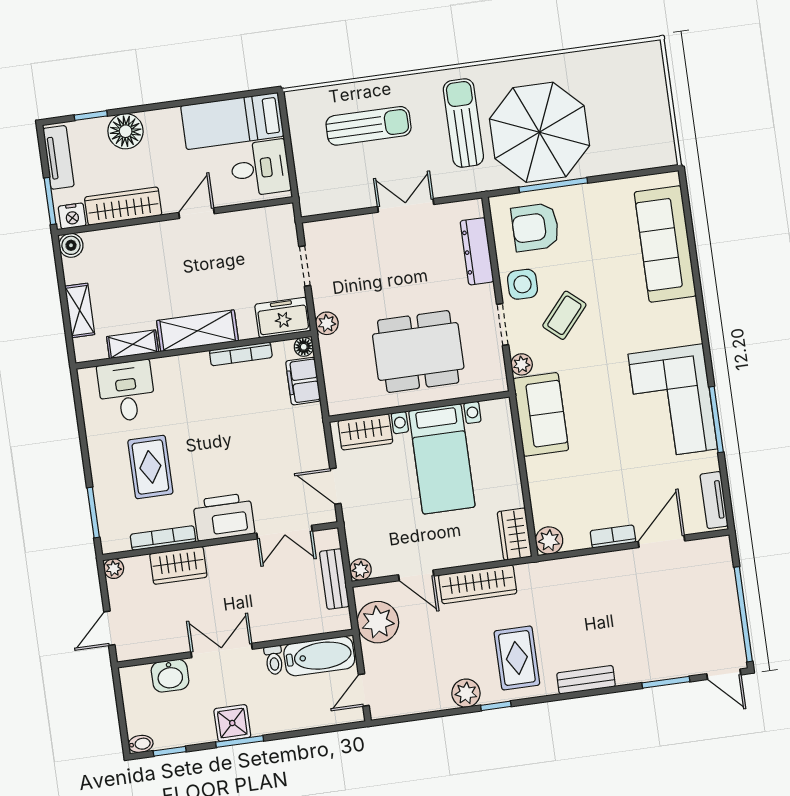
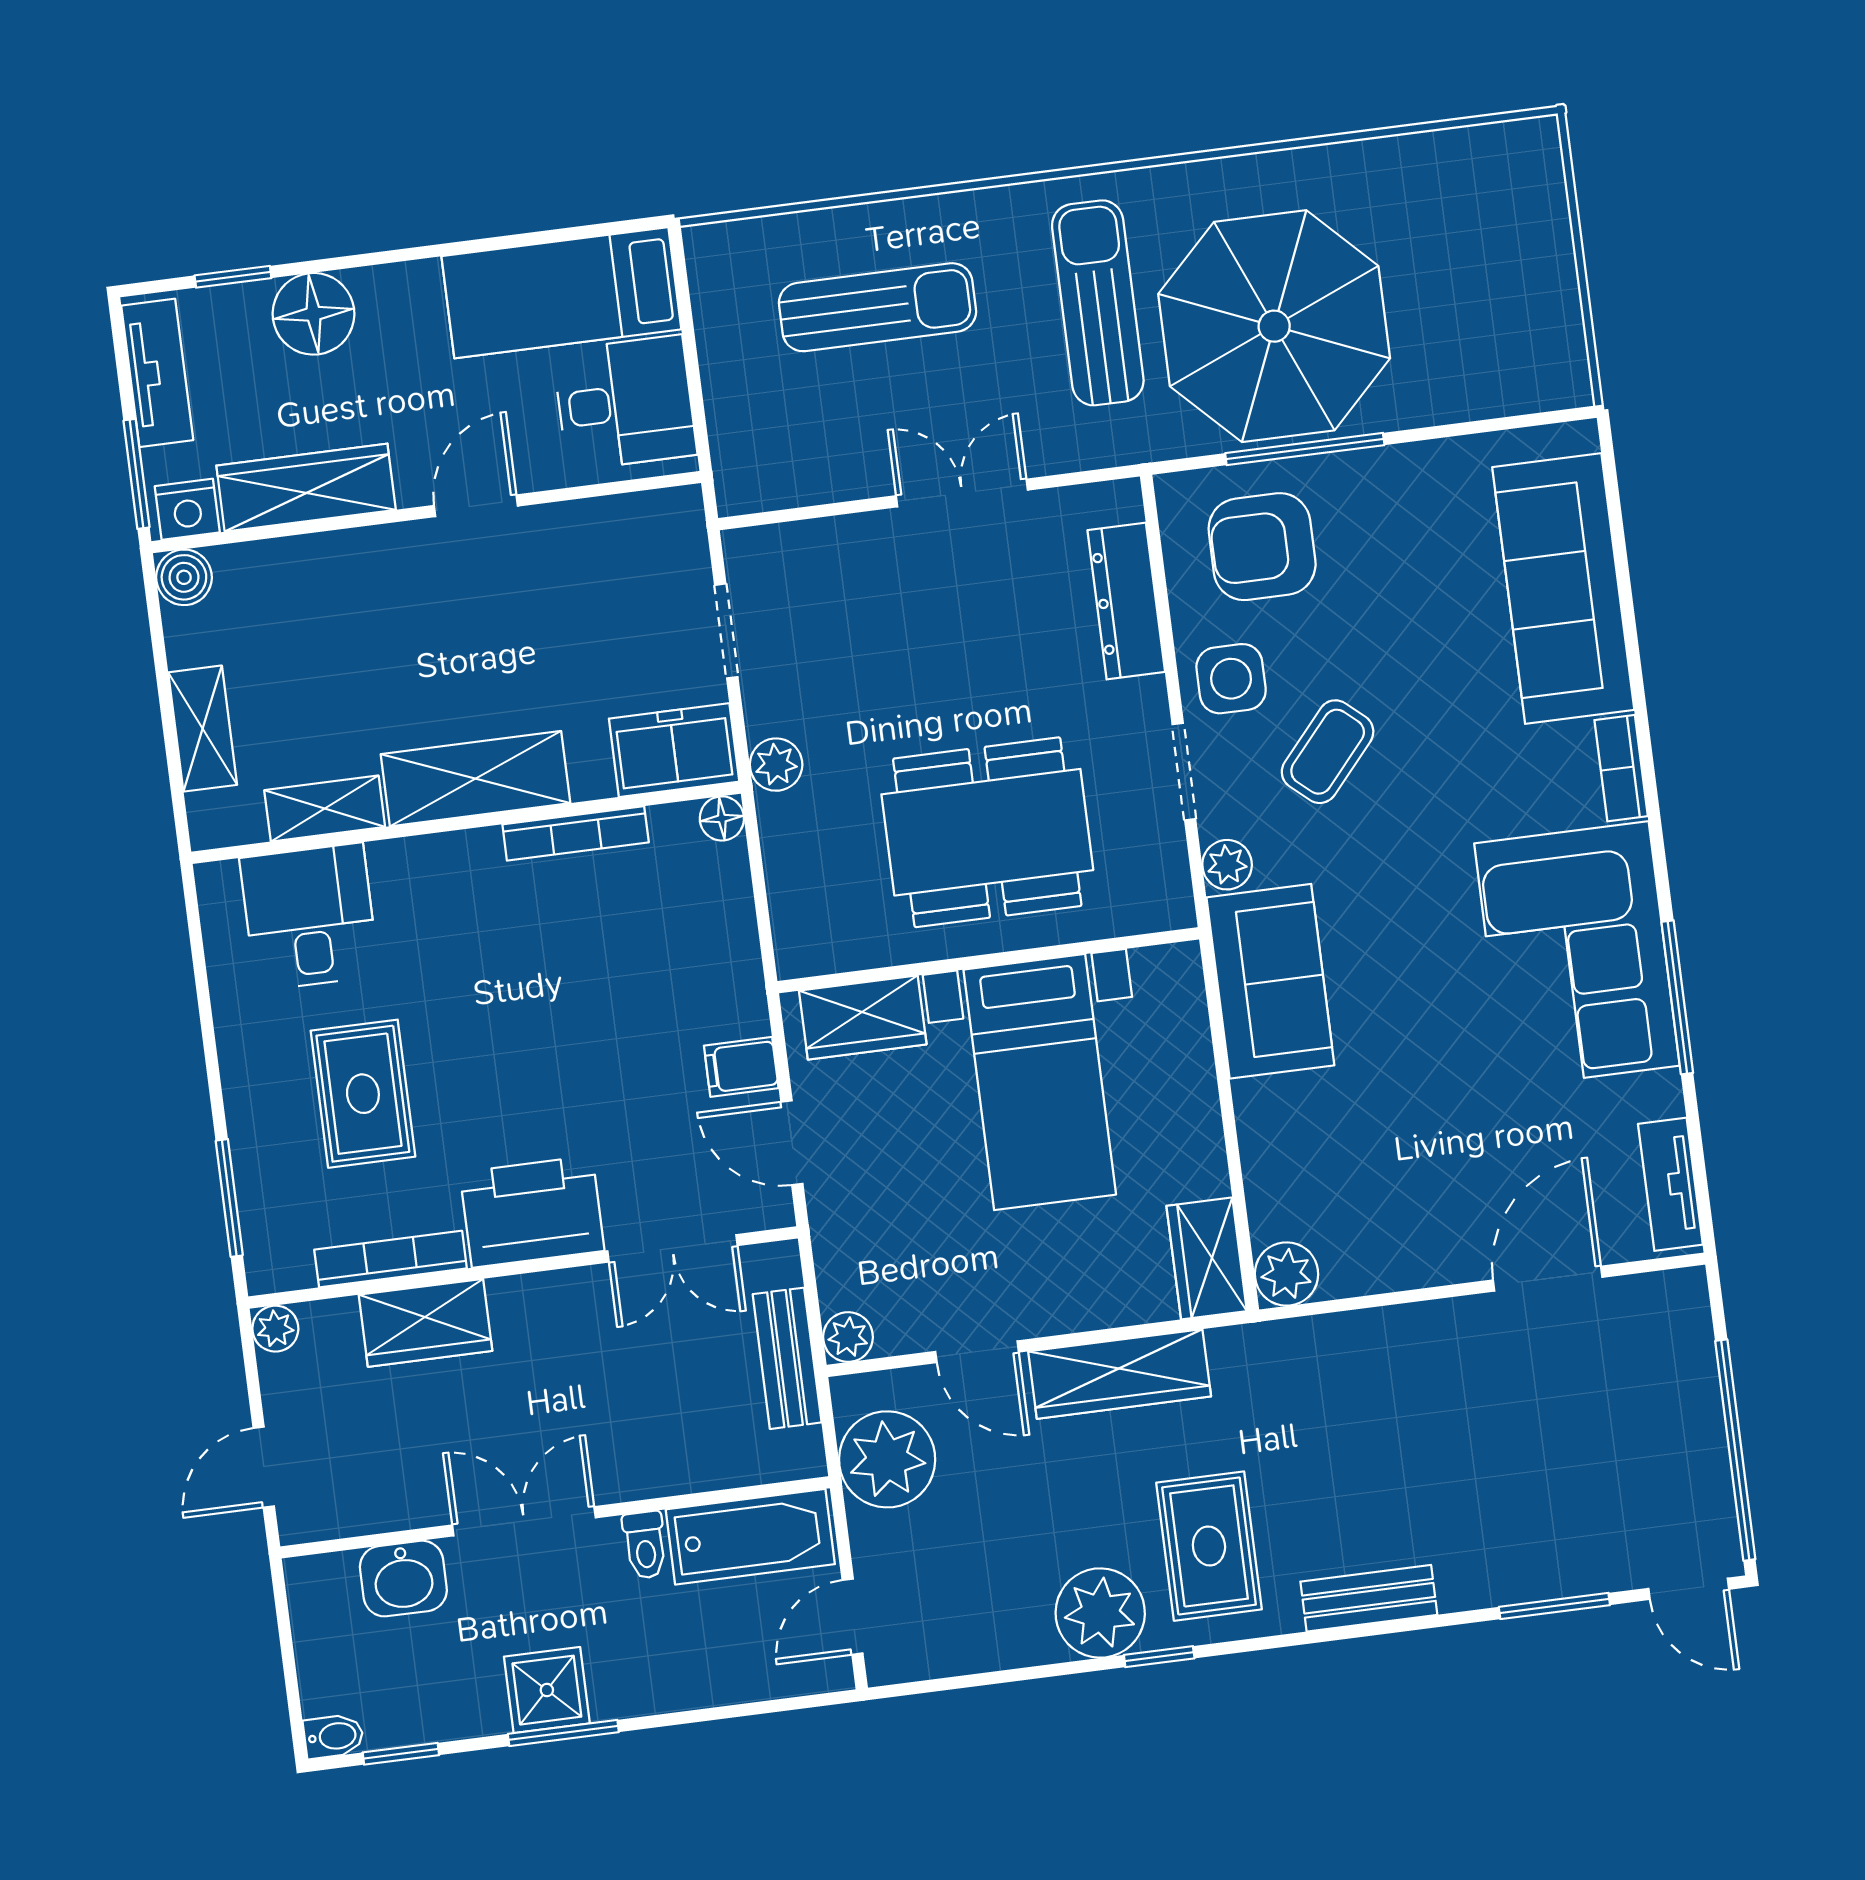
filing cabinet: (303, 381) -> (741, 1067), moved, width x0.50
bookcase: (613, 536) -> (1621, 768), moved, turned -90
plant: (466, 693) -> (1100, 1613), width x1.36, depth x1.36

